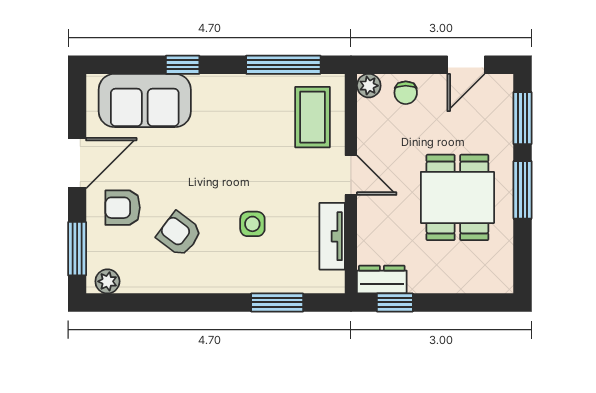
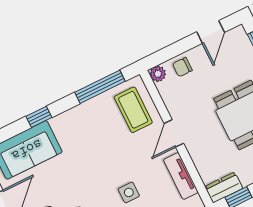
chair: (406, 93) -> (182, 67), turned 90
door: (351, 175) -> (174, 133), swing flipped

